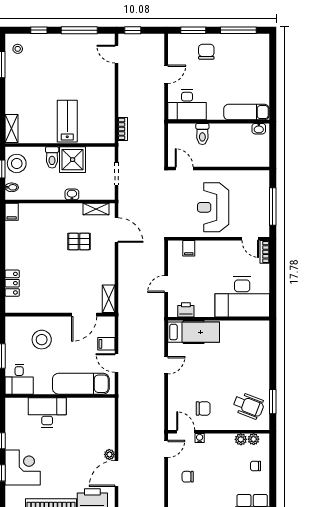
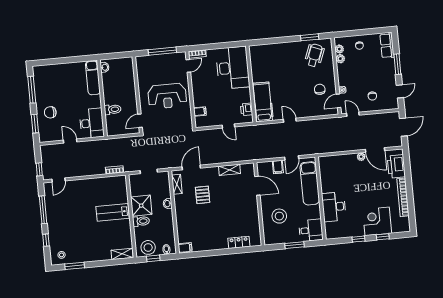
shelving: (109, 299) -> (229, 170), moved

